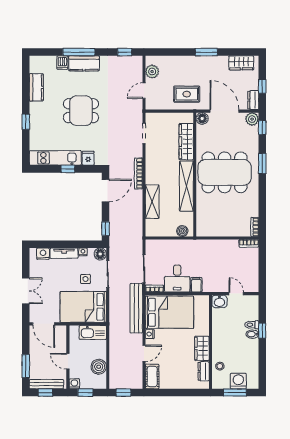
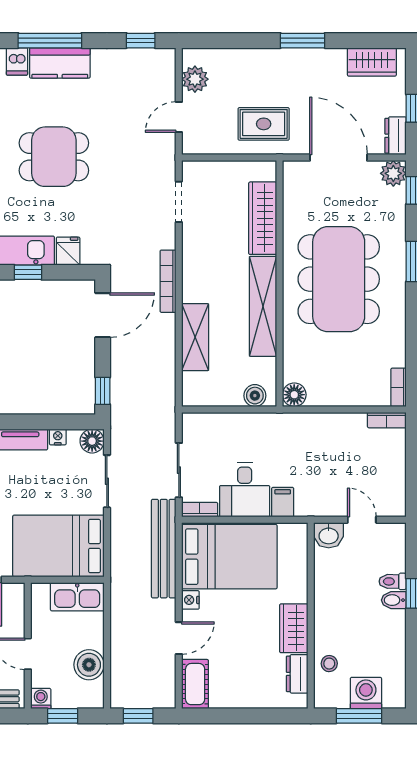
floor lamp: (202, 118) -> (294, 395), moved
dining table: (225, 172) -> (339, 279), turned 90
side table: (85, 279) -> (63, 491), removed

